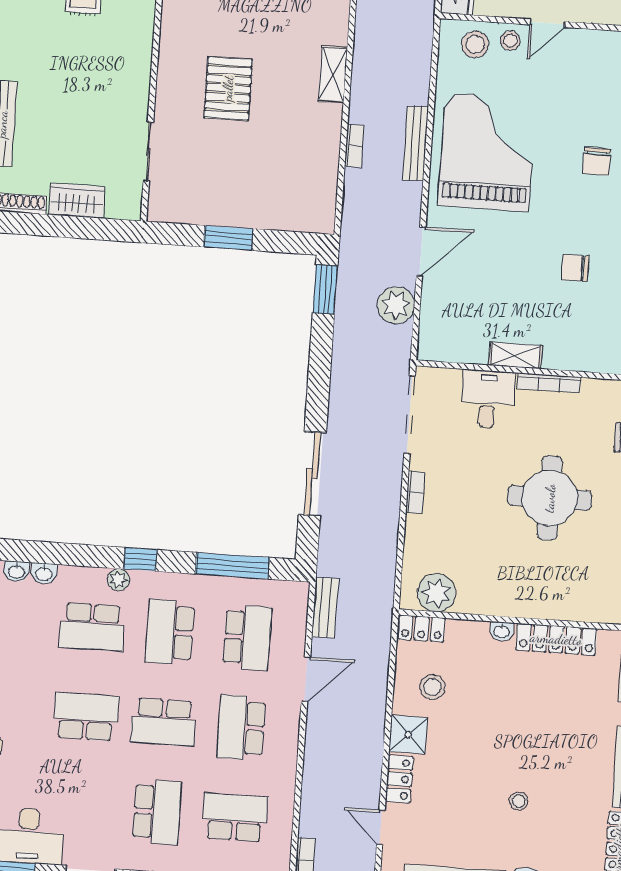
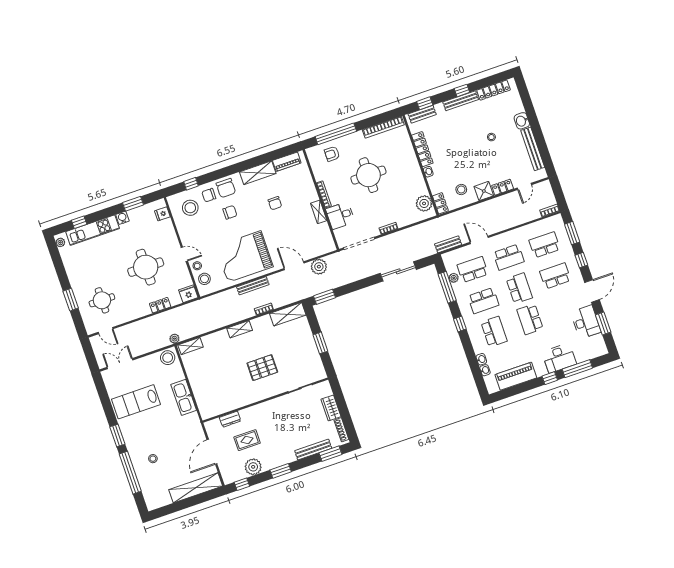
shelving: (321, 193) -> (288, 314), added
plant: (119, 580) -> (454, 278), moved
school desk: (235, 817) -> (545, 245), turned 90

